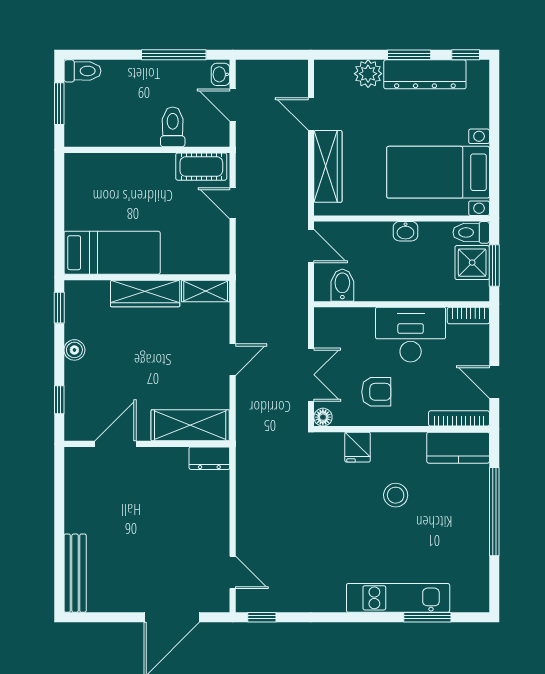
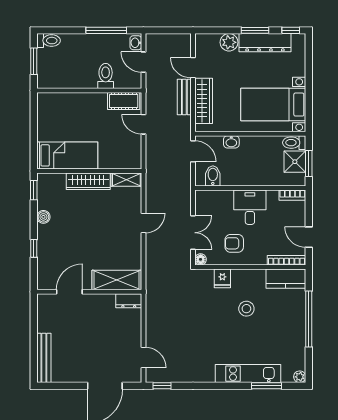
bench: (297, 160) -> (184, 97), added
washbasin: (405, 231) -> (231, 142), moved
desk: (411, 335) -> (250, 207), width x0.73
armchair: (376, 392) -> (234, 243), turned 180
shelving: (190, 425) -> (117, 280), moved
door: (115, 444) -> (69, 292), moved
wall: (147, 444) -> (89, 292), moved
dresser: (209, 458) -> (129, 301), moved
plant: (480, 603) -> (300, 377), added

